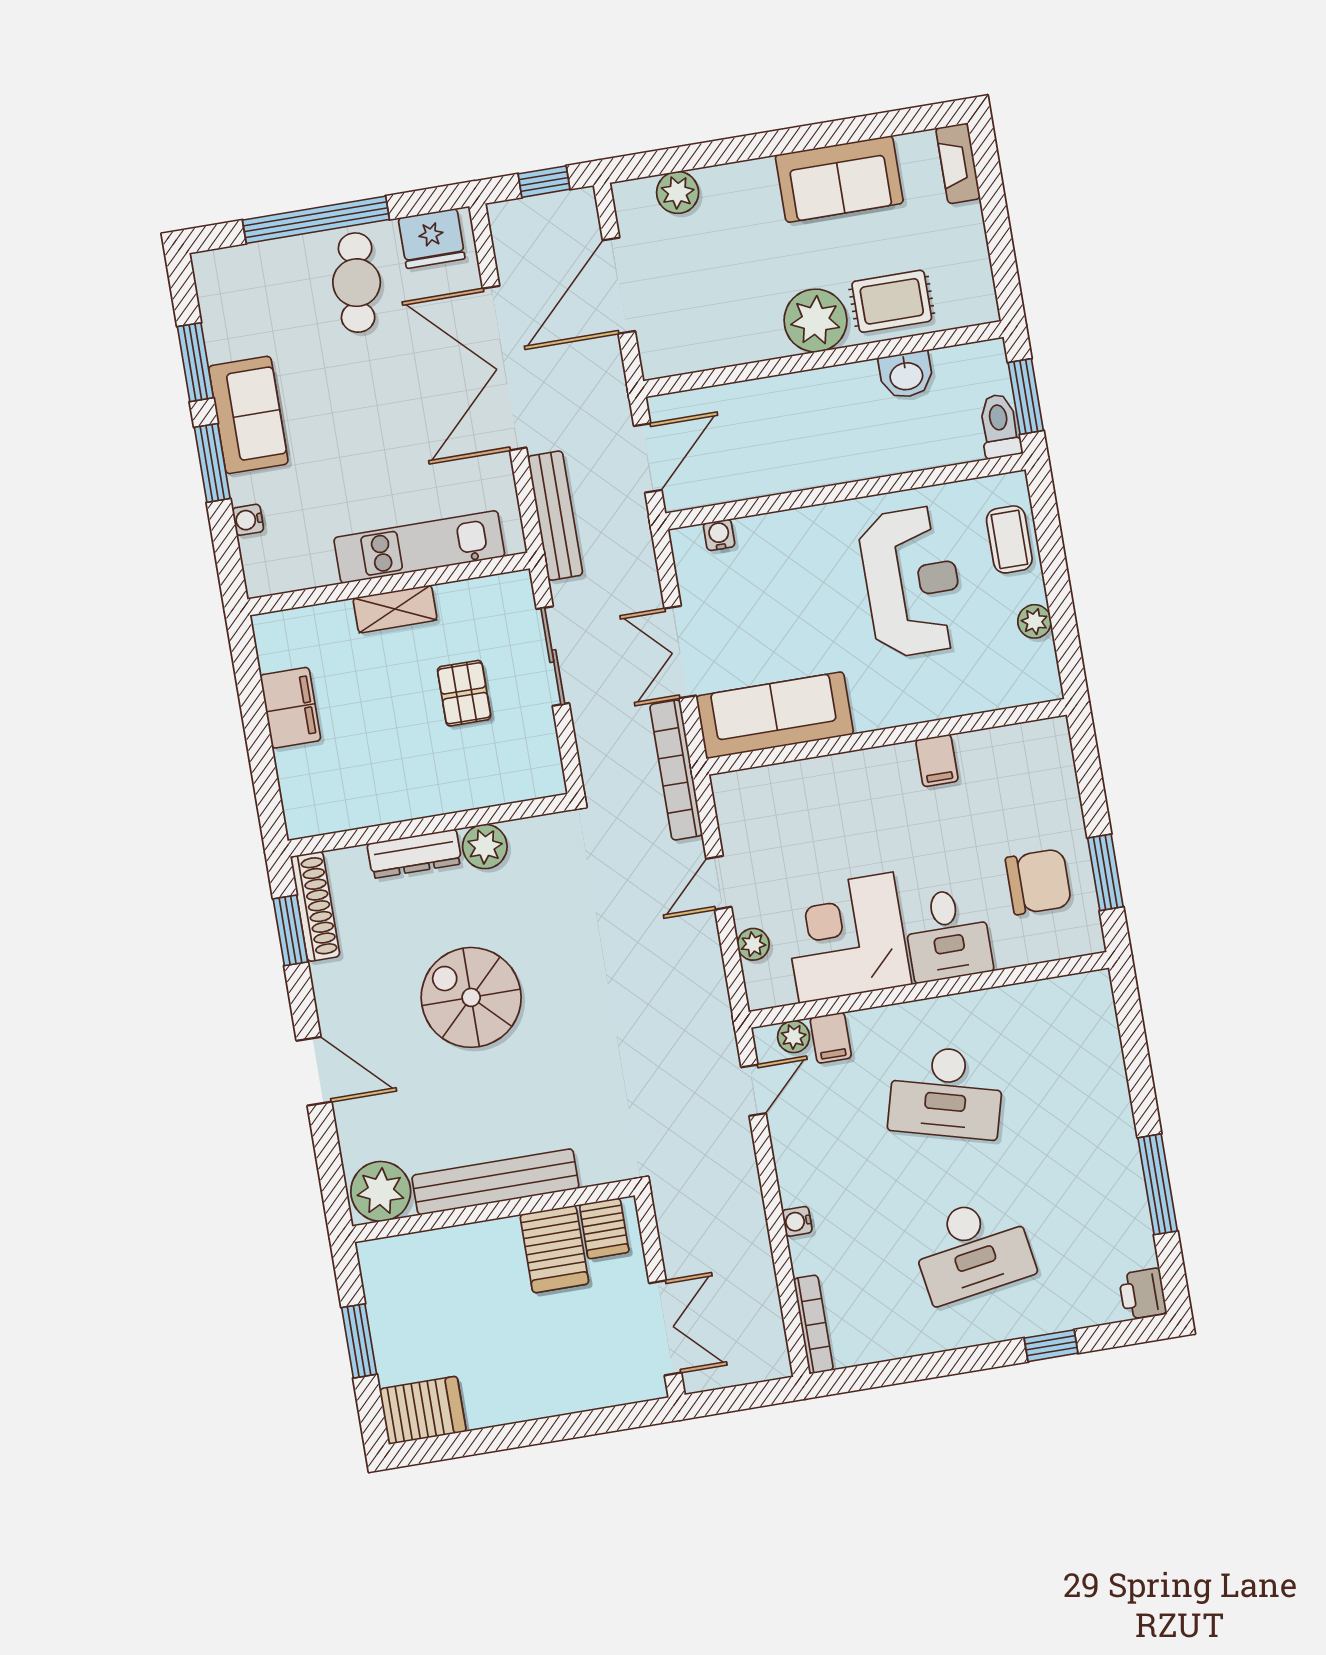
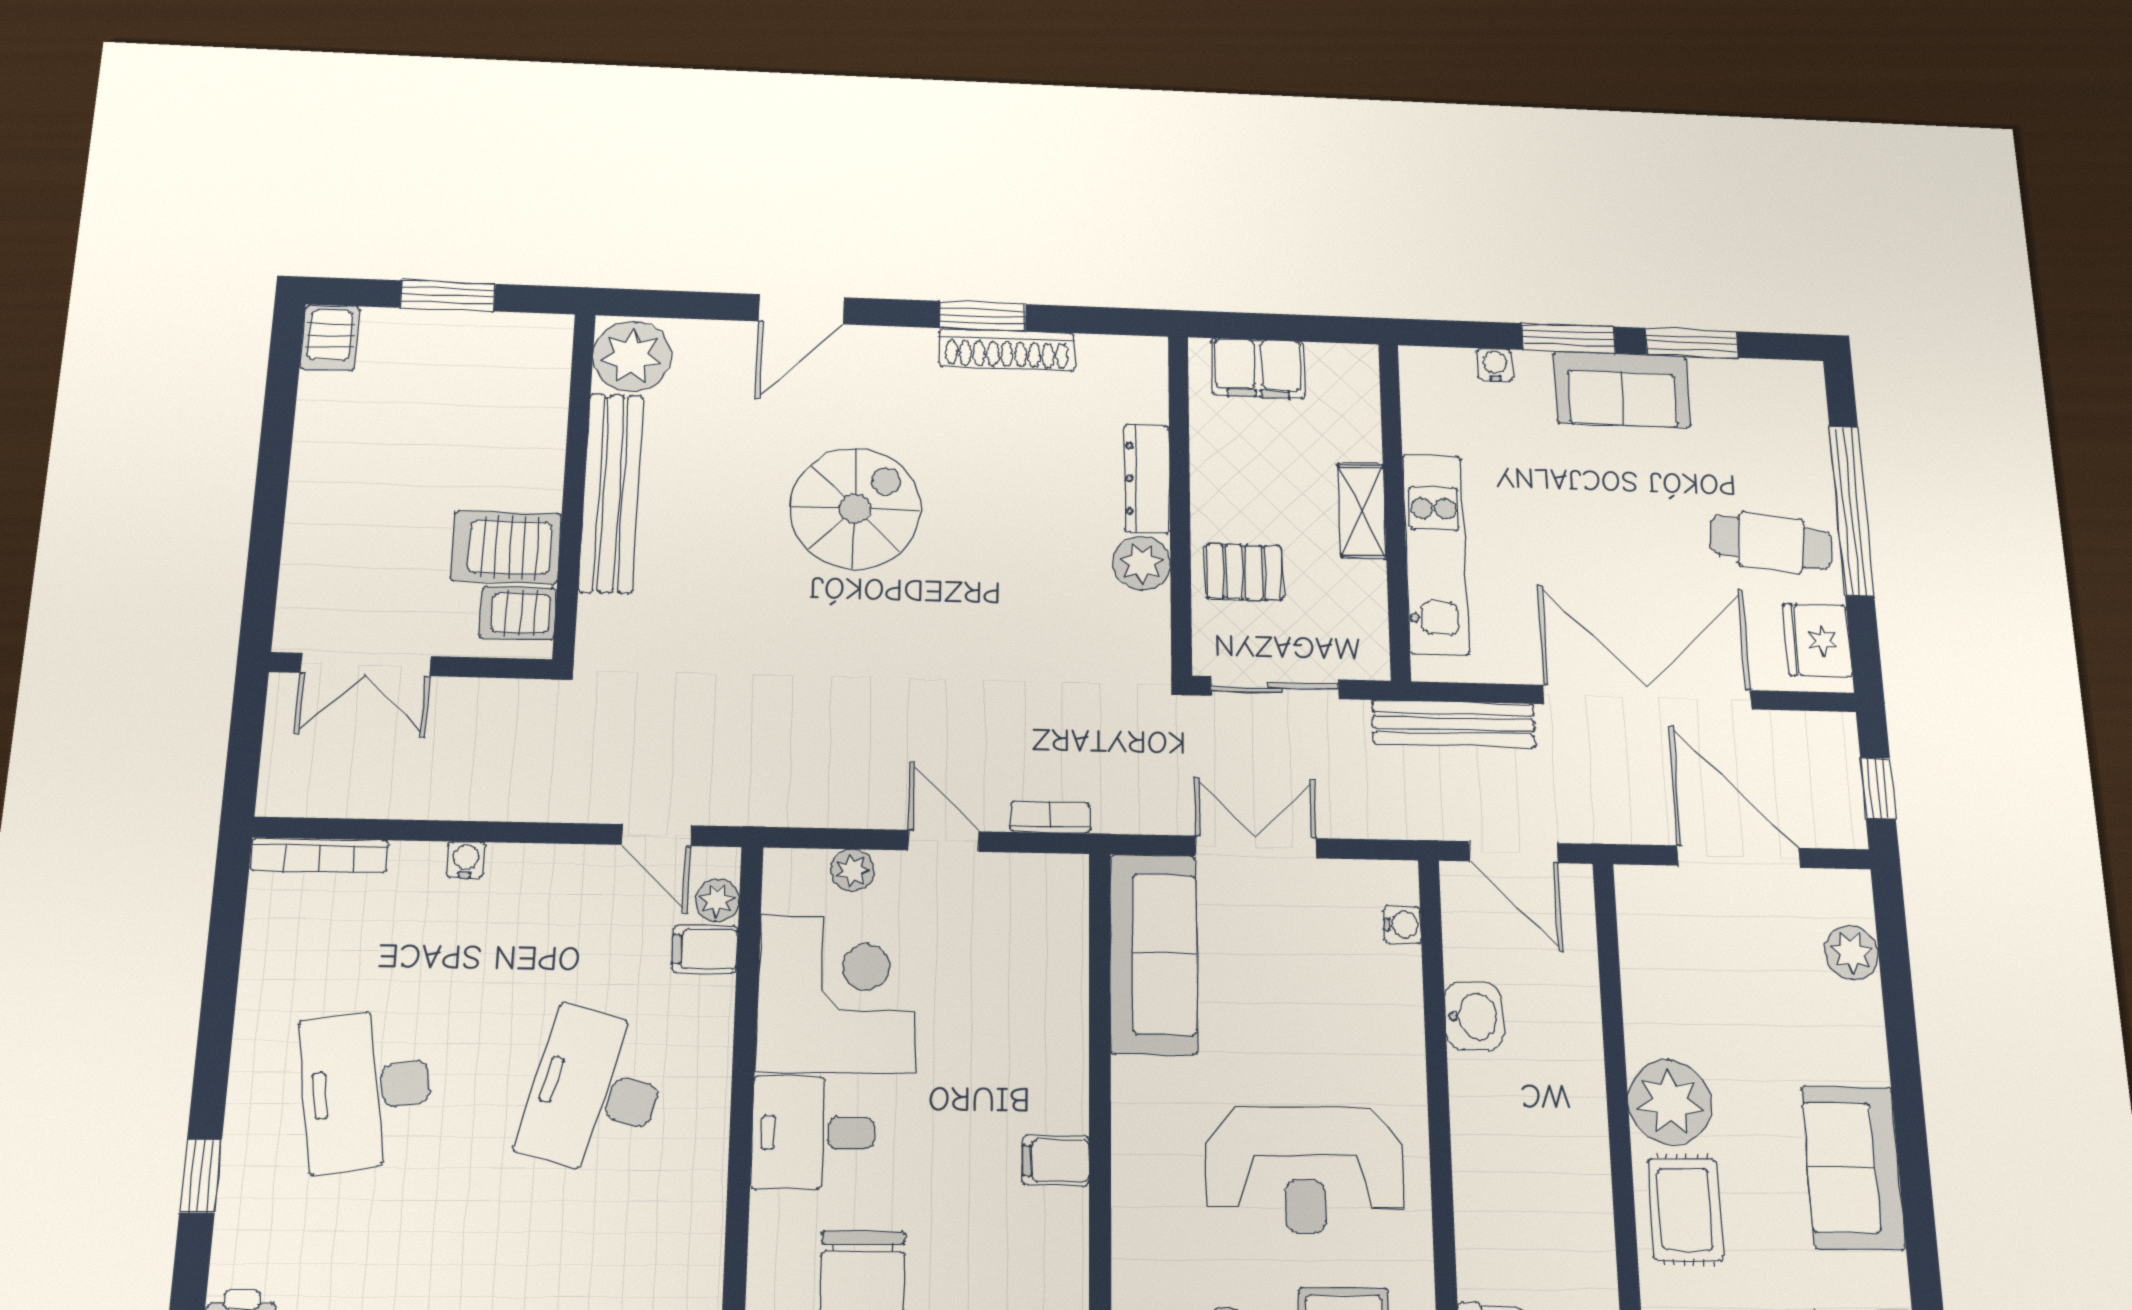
washbasin: (906, 375) -> (1474, 1016), moved, turned 180
bookcase: (676, 770) -> (1050, 817), width x0.43, depth x0.76
wall: (429, 825) -> (1180, 503), moved
plant: (485, 846) -> (1142, 563), moved
dresser: (414, 854) -> (1147, 479), moved
server rack: (423, 1410) -> (330, 338), width x0.73, depth x0.70

